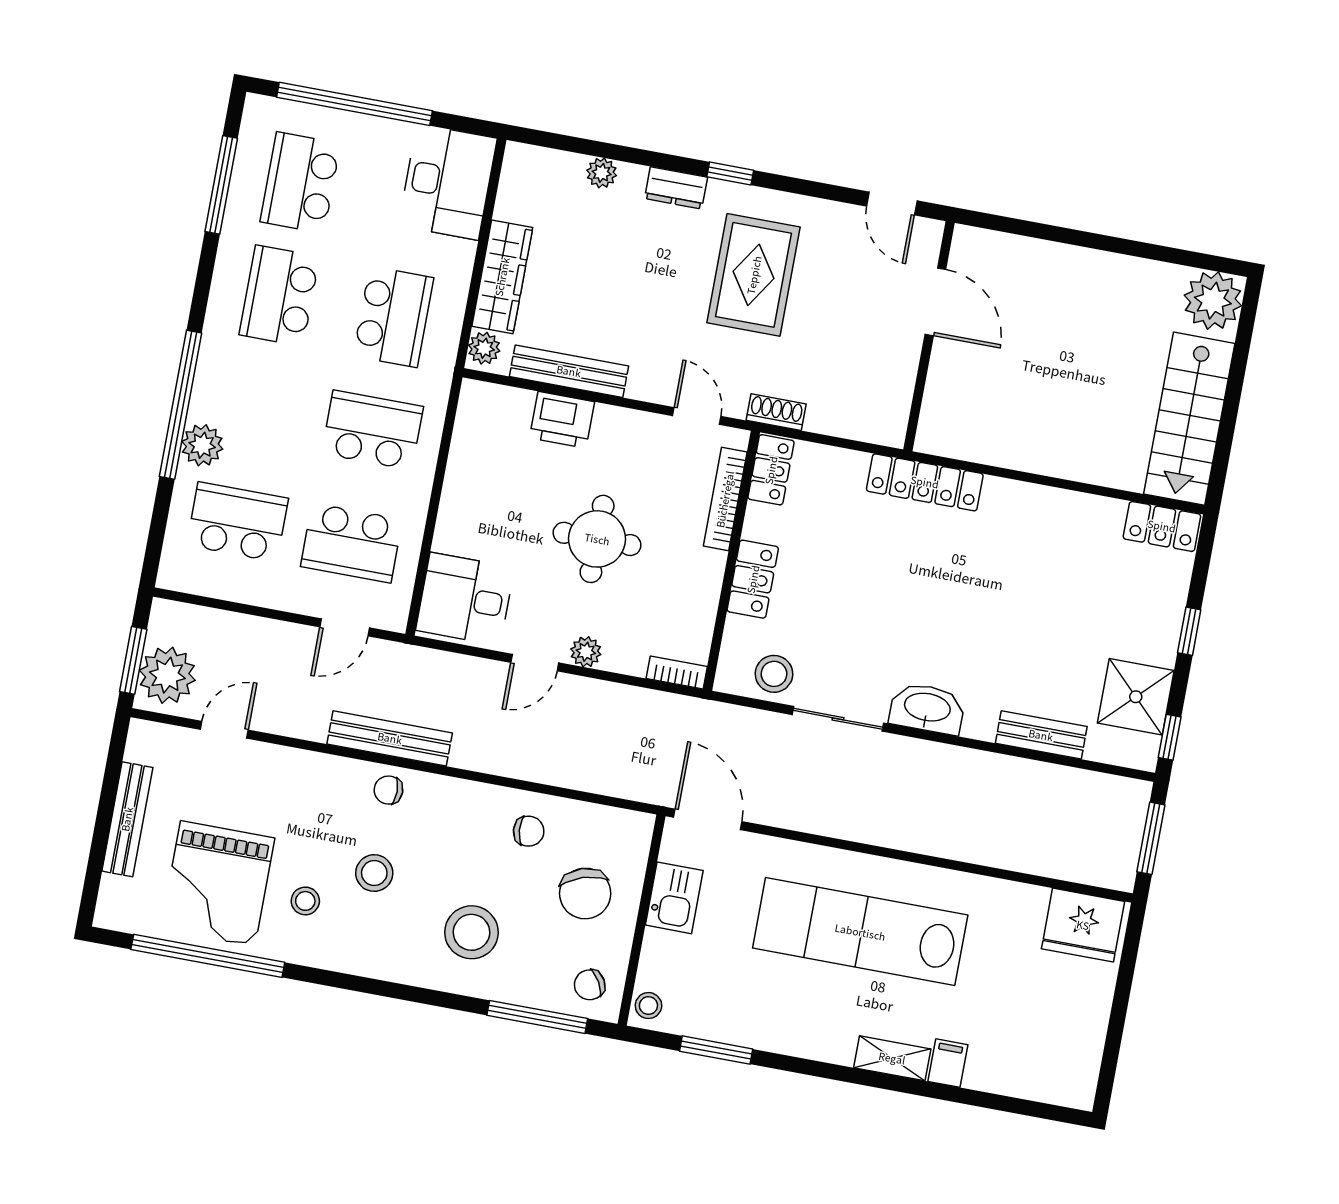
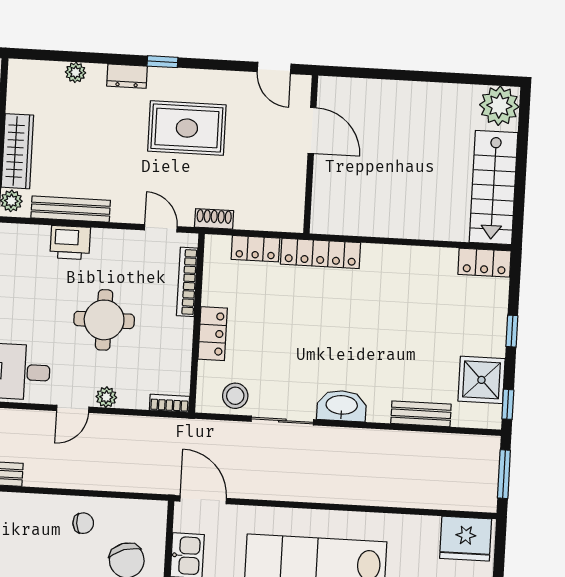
rug: (754, 275) -> (187, 128), turned 90
locker: (771, 470) -> (255, 249), moved, turned 90

